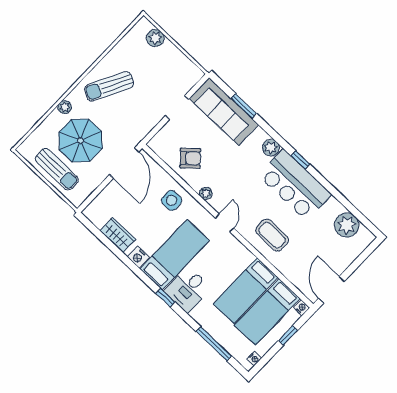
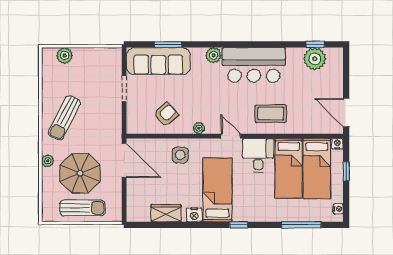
window: (300, 160) -> (315, 44), moved
desk: (188, 290) -> (258, 155), moved, turned 180

